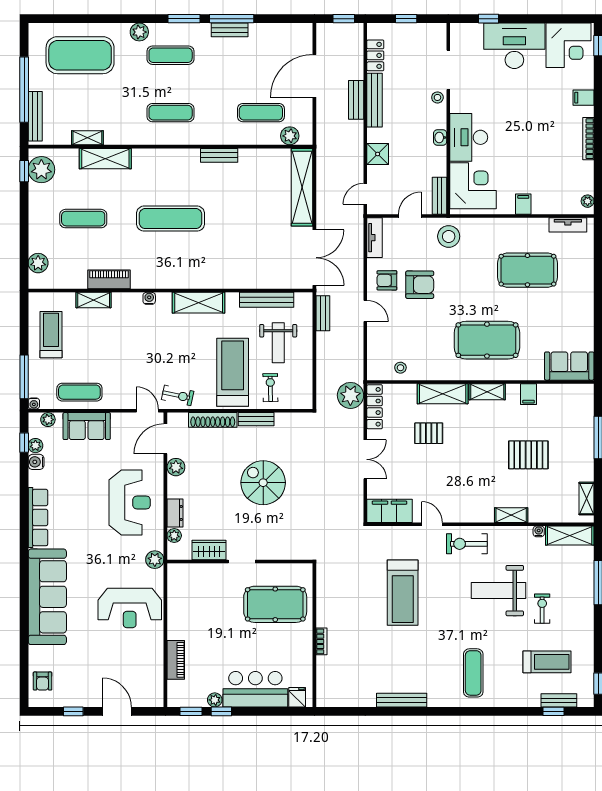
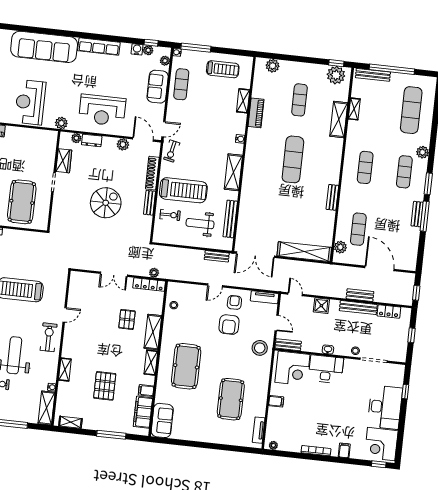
exercise mat: (80, 55) -> (411, 110), width x0.68
plant: (350, 395) -> (154, 273), width x0.53, depth x0.53
filing cabinet: (389, 511) -> (143, 412), moved, turned 180

